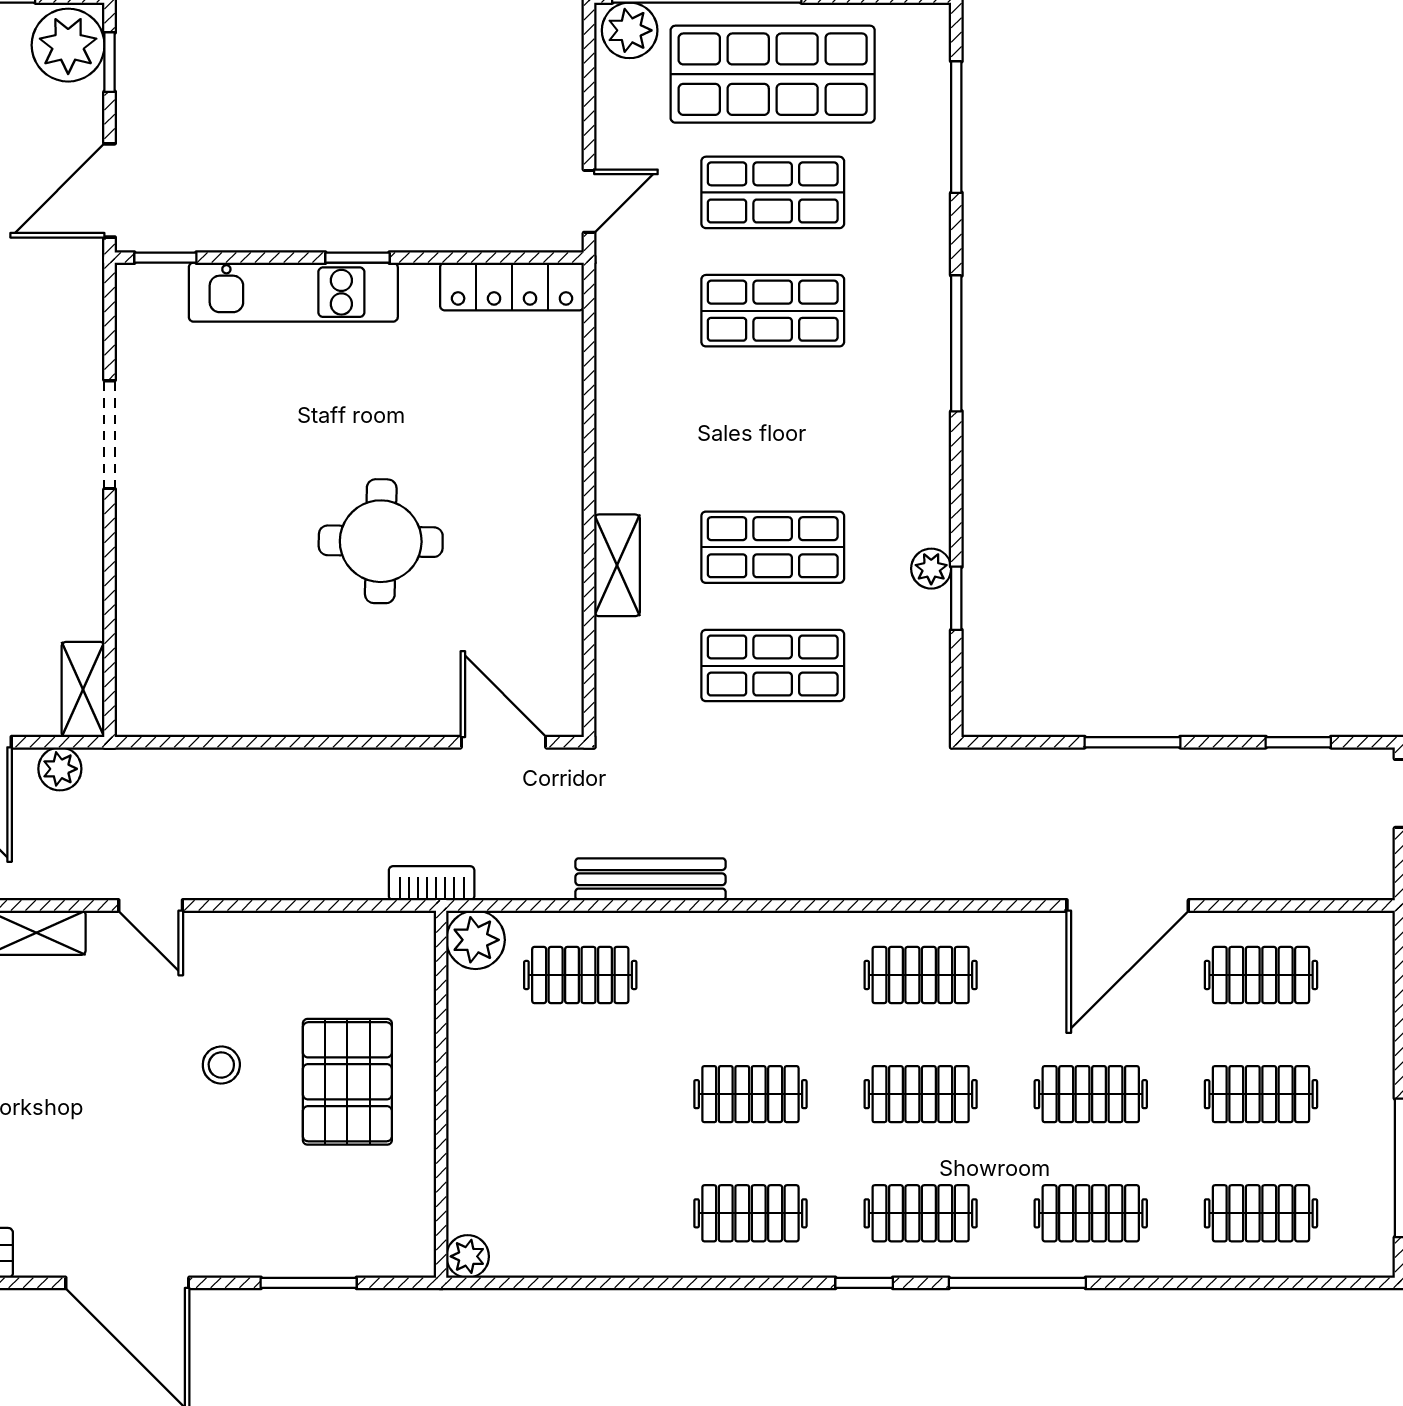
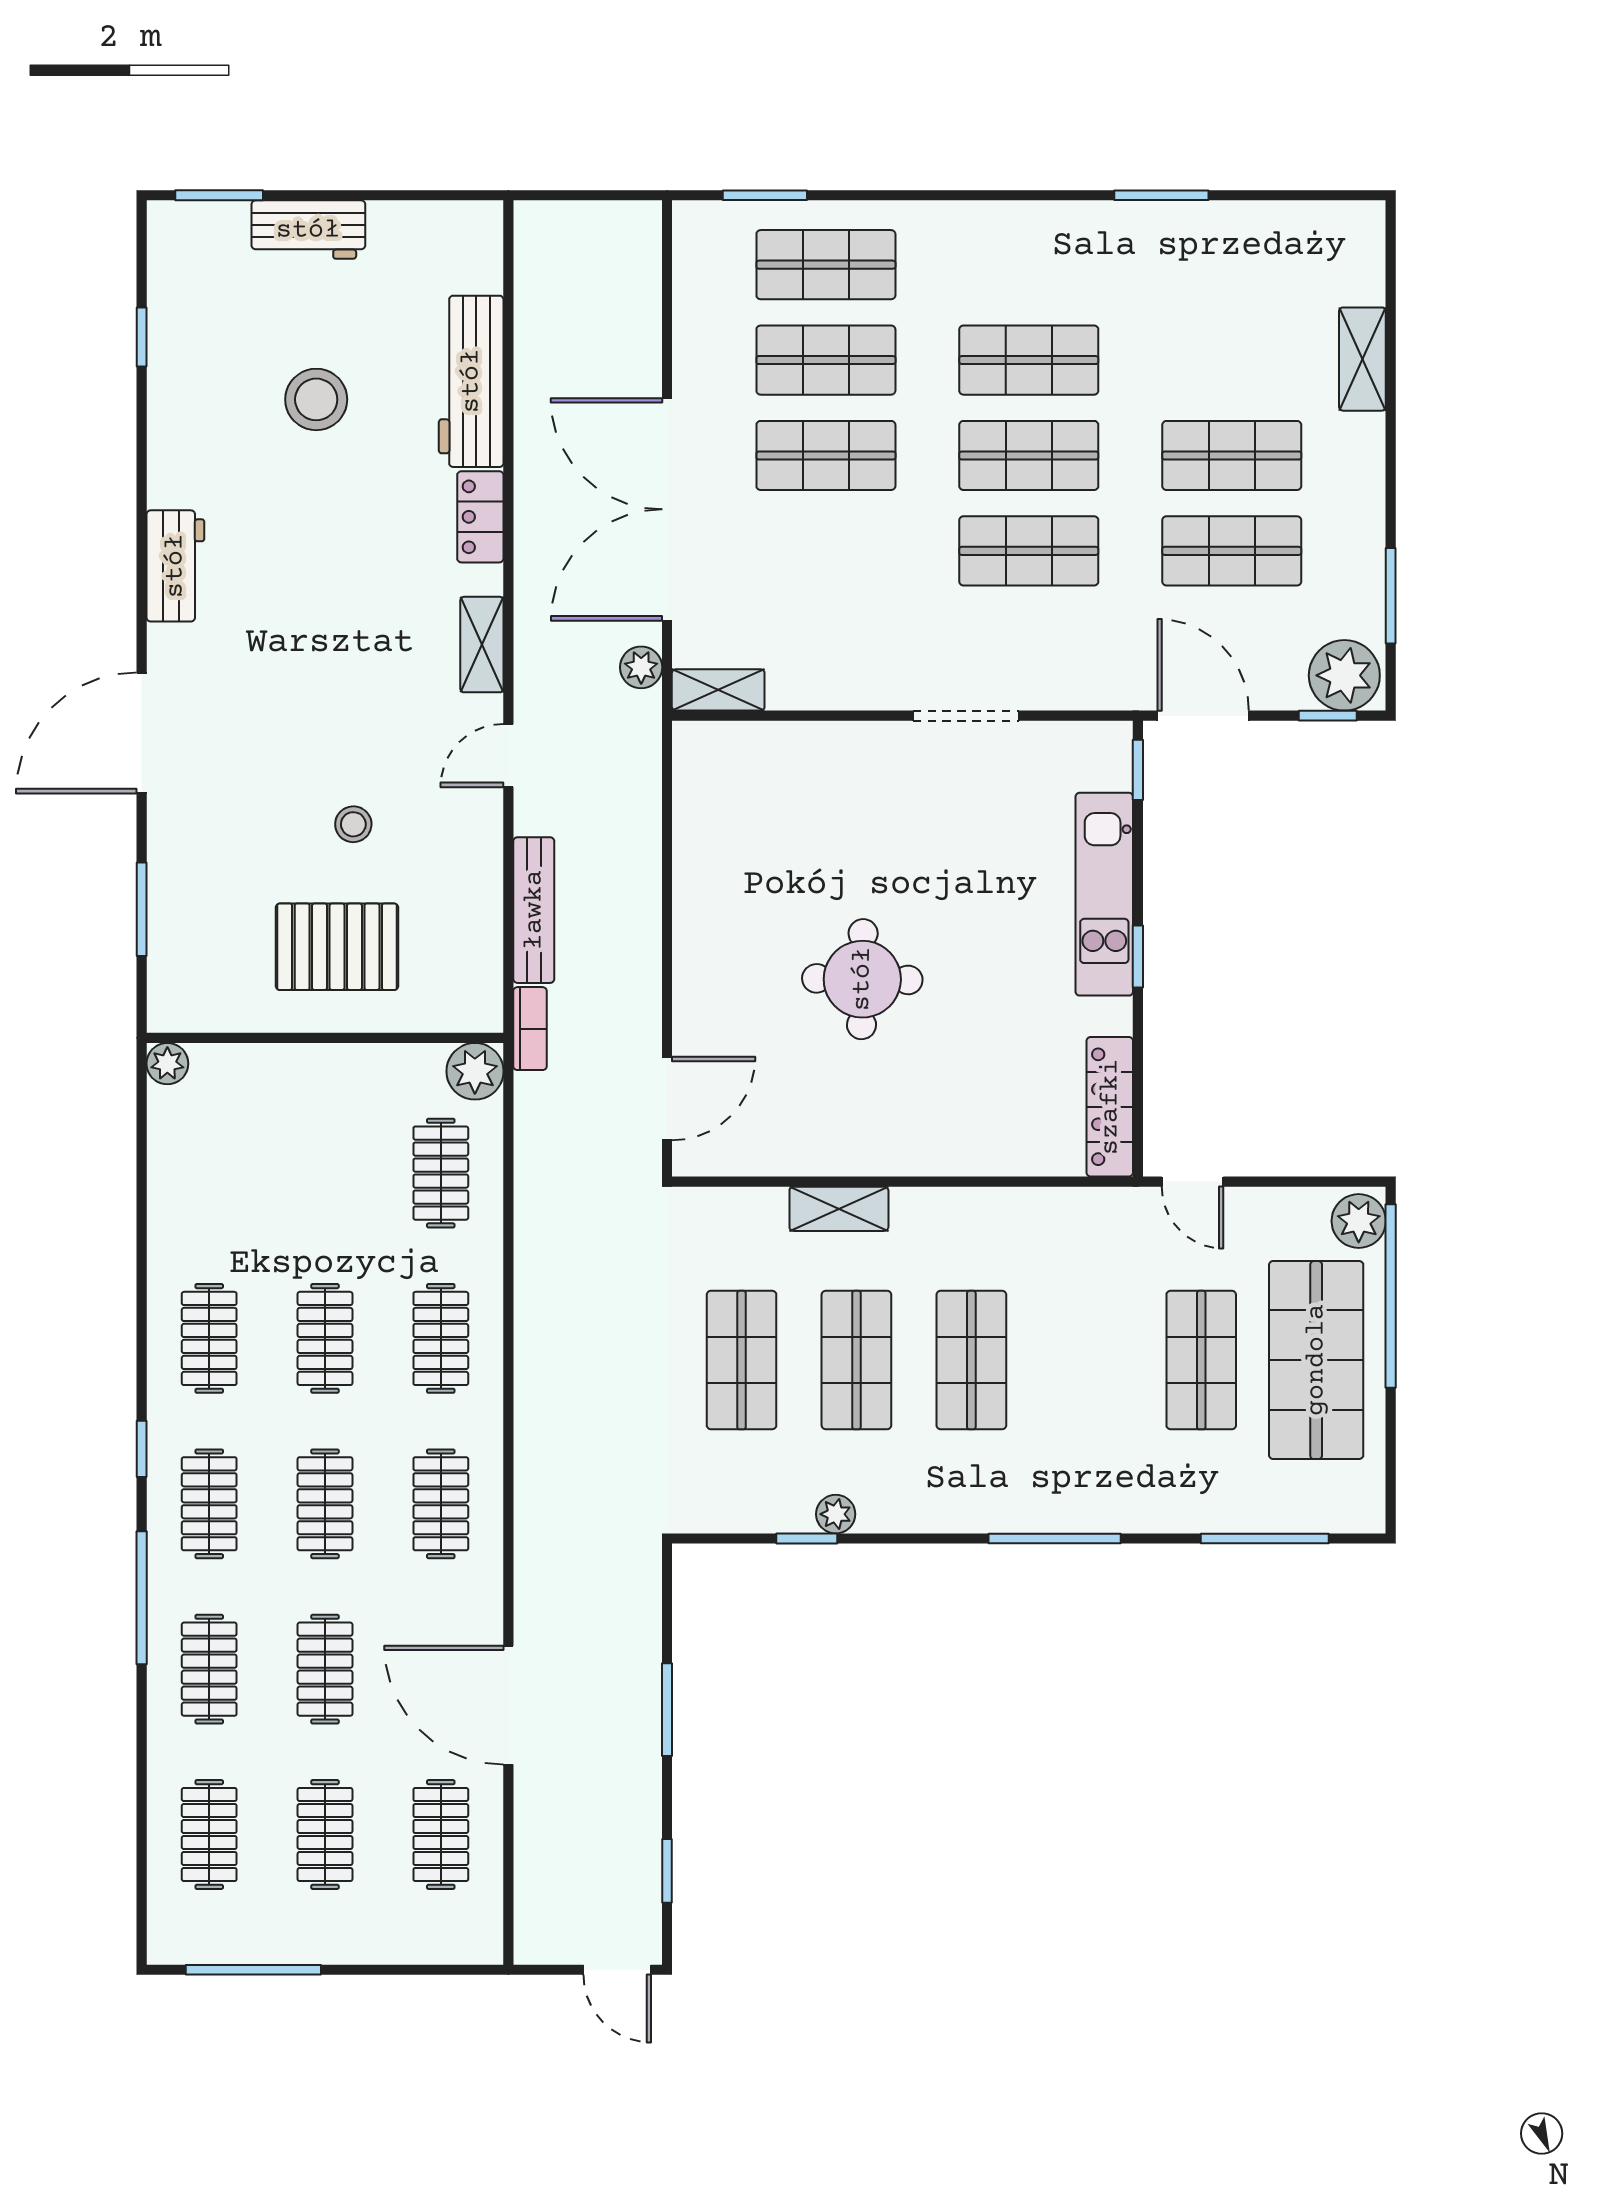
shop shelf: (773, 311) -> (971, 1360), moved
bench: (650, 879) -> (534, 910), moved
clothes rail: (750, 975) -> (441, 1338), added

